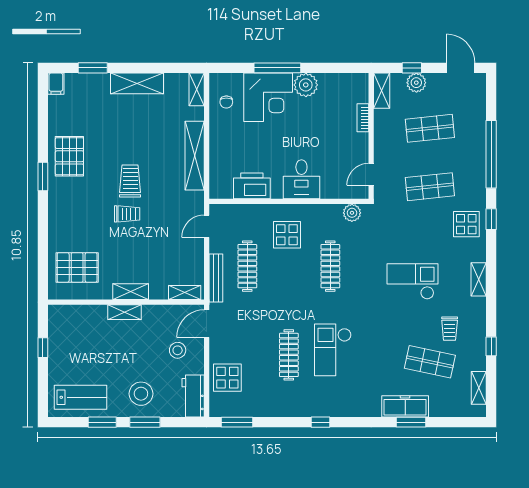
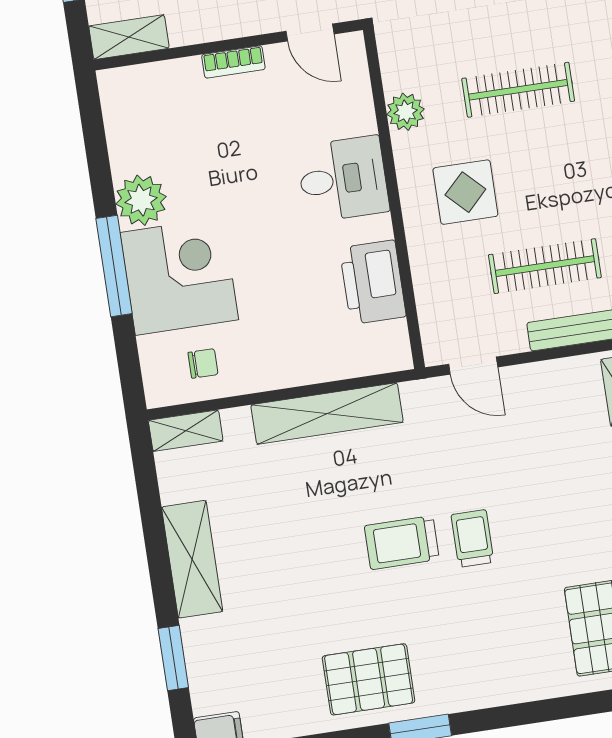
bookcase: (363, 118) -> (233, 62), moved
plant: (352, 213) -> (406, 112), moved

